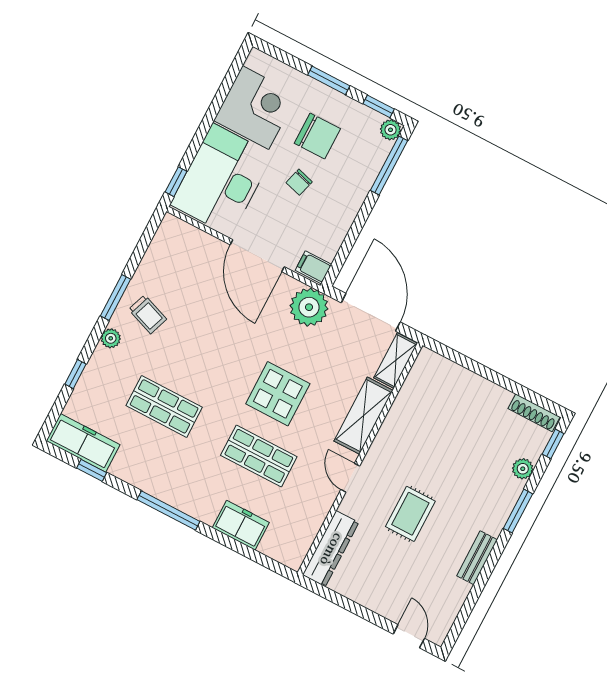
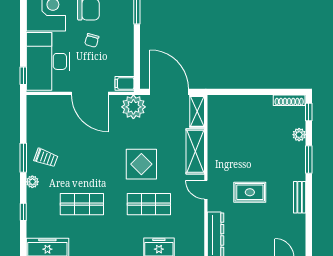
rug: (410, 514) -> (250, 192), turned 90

